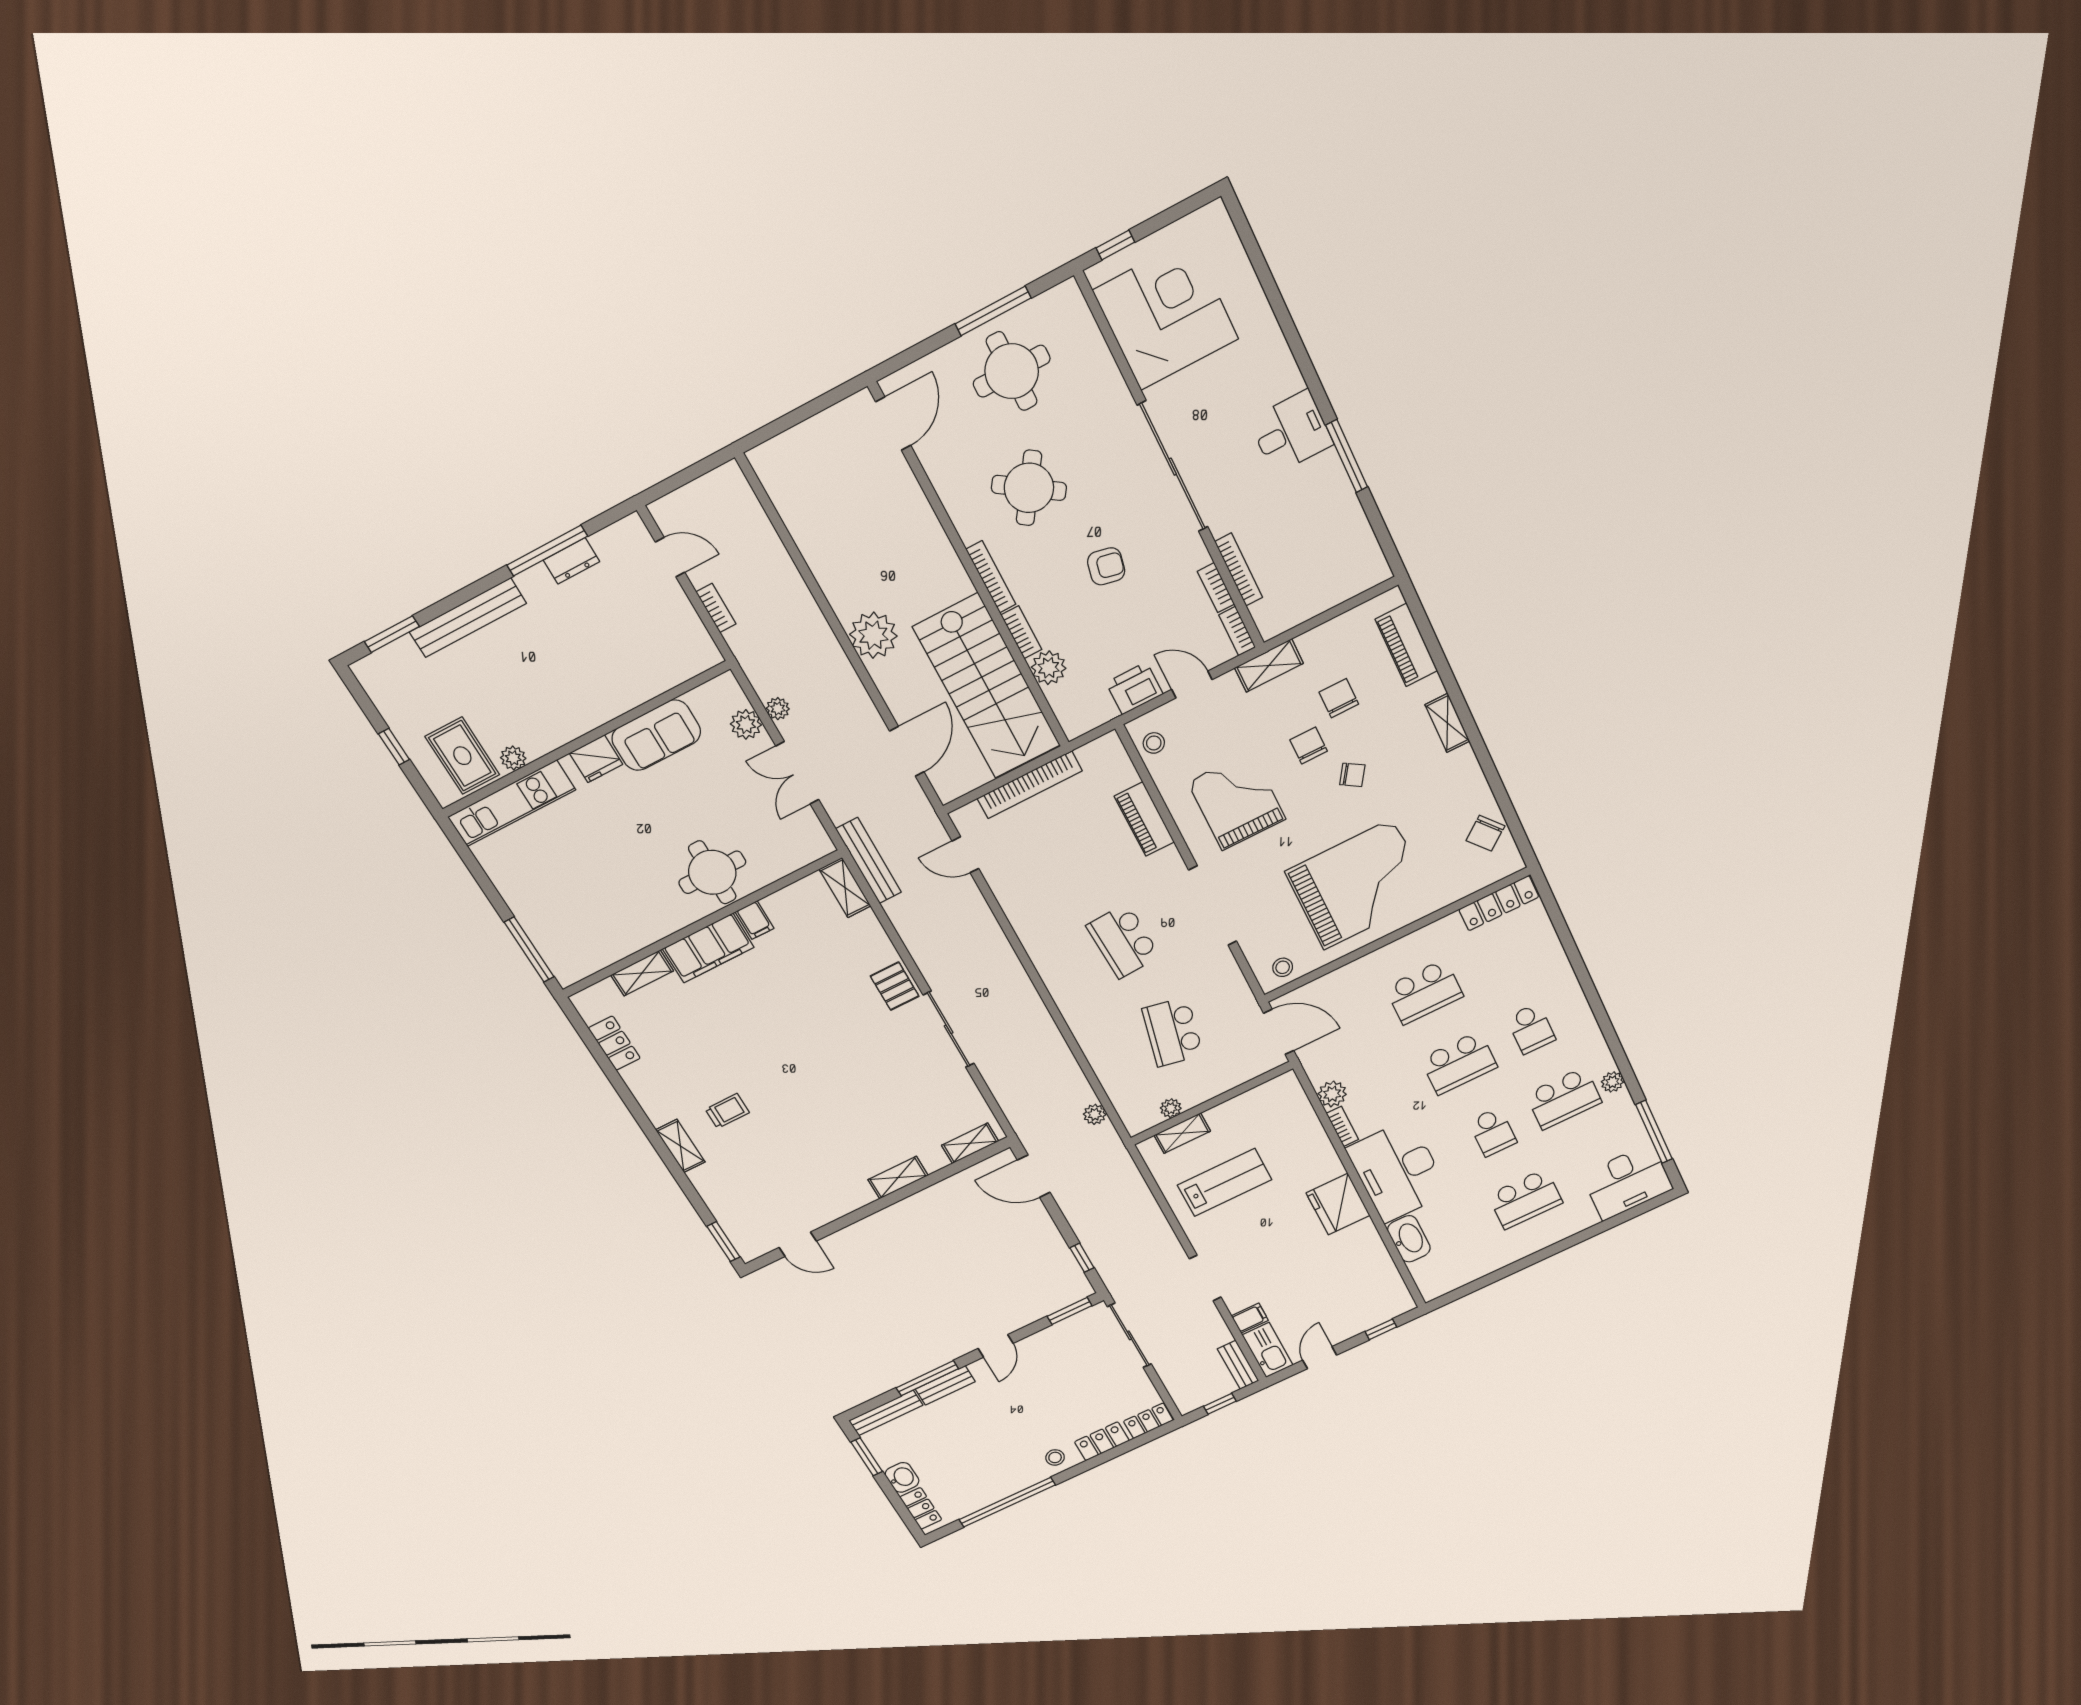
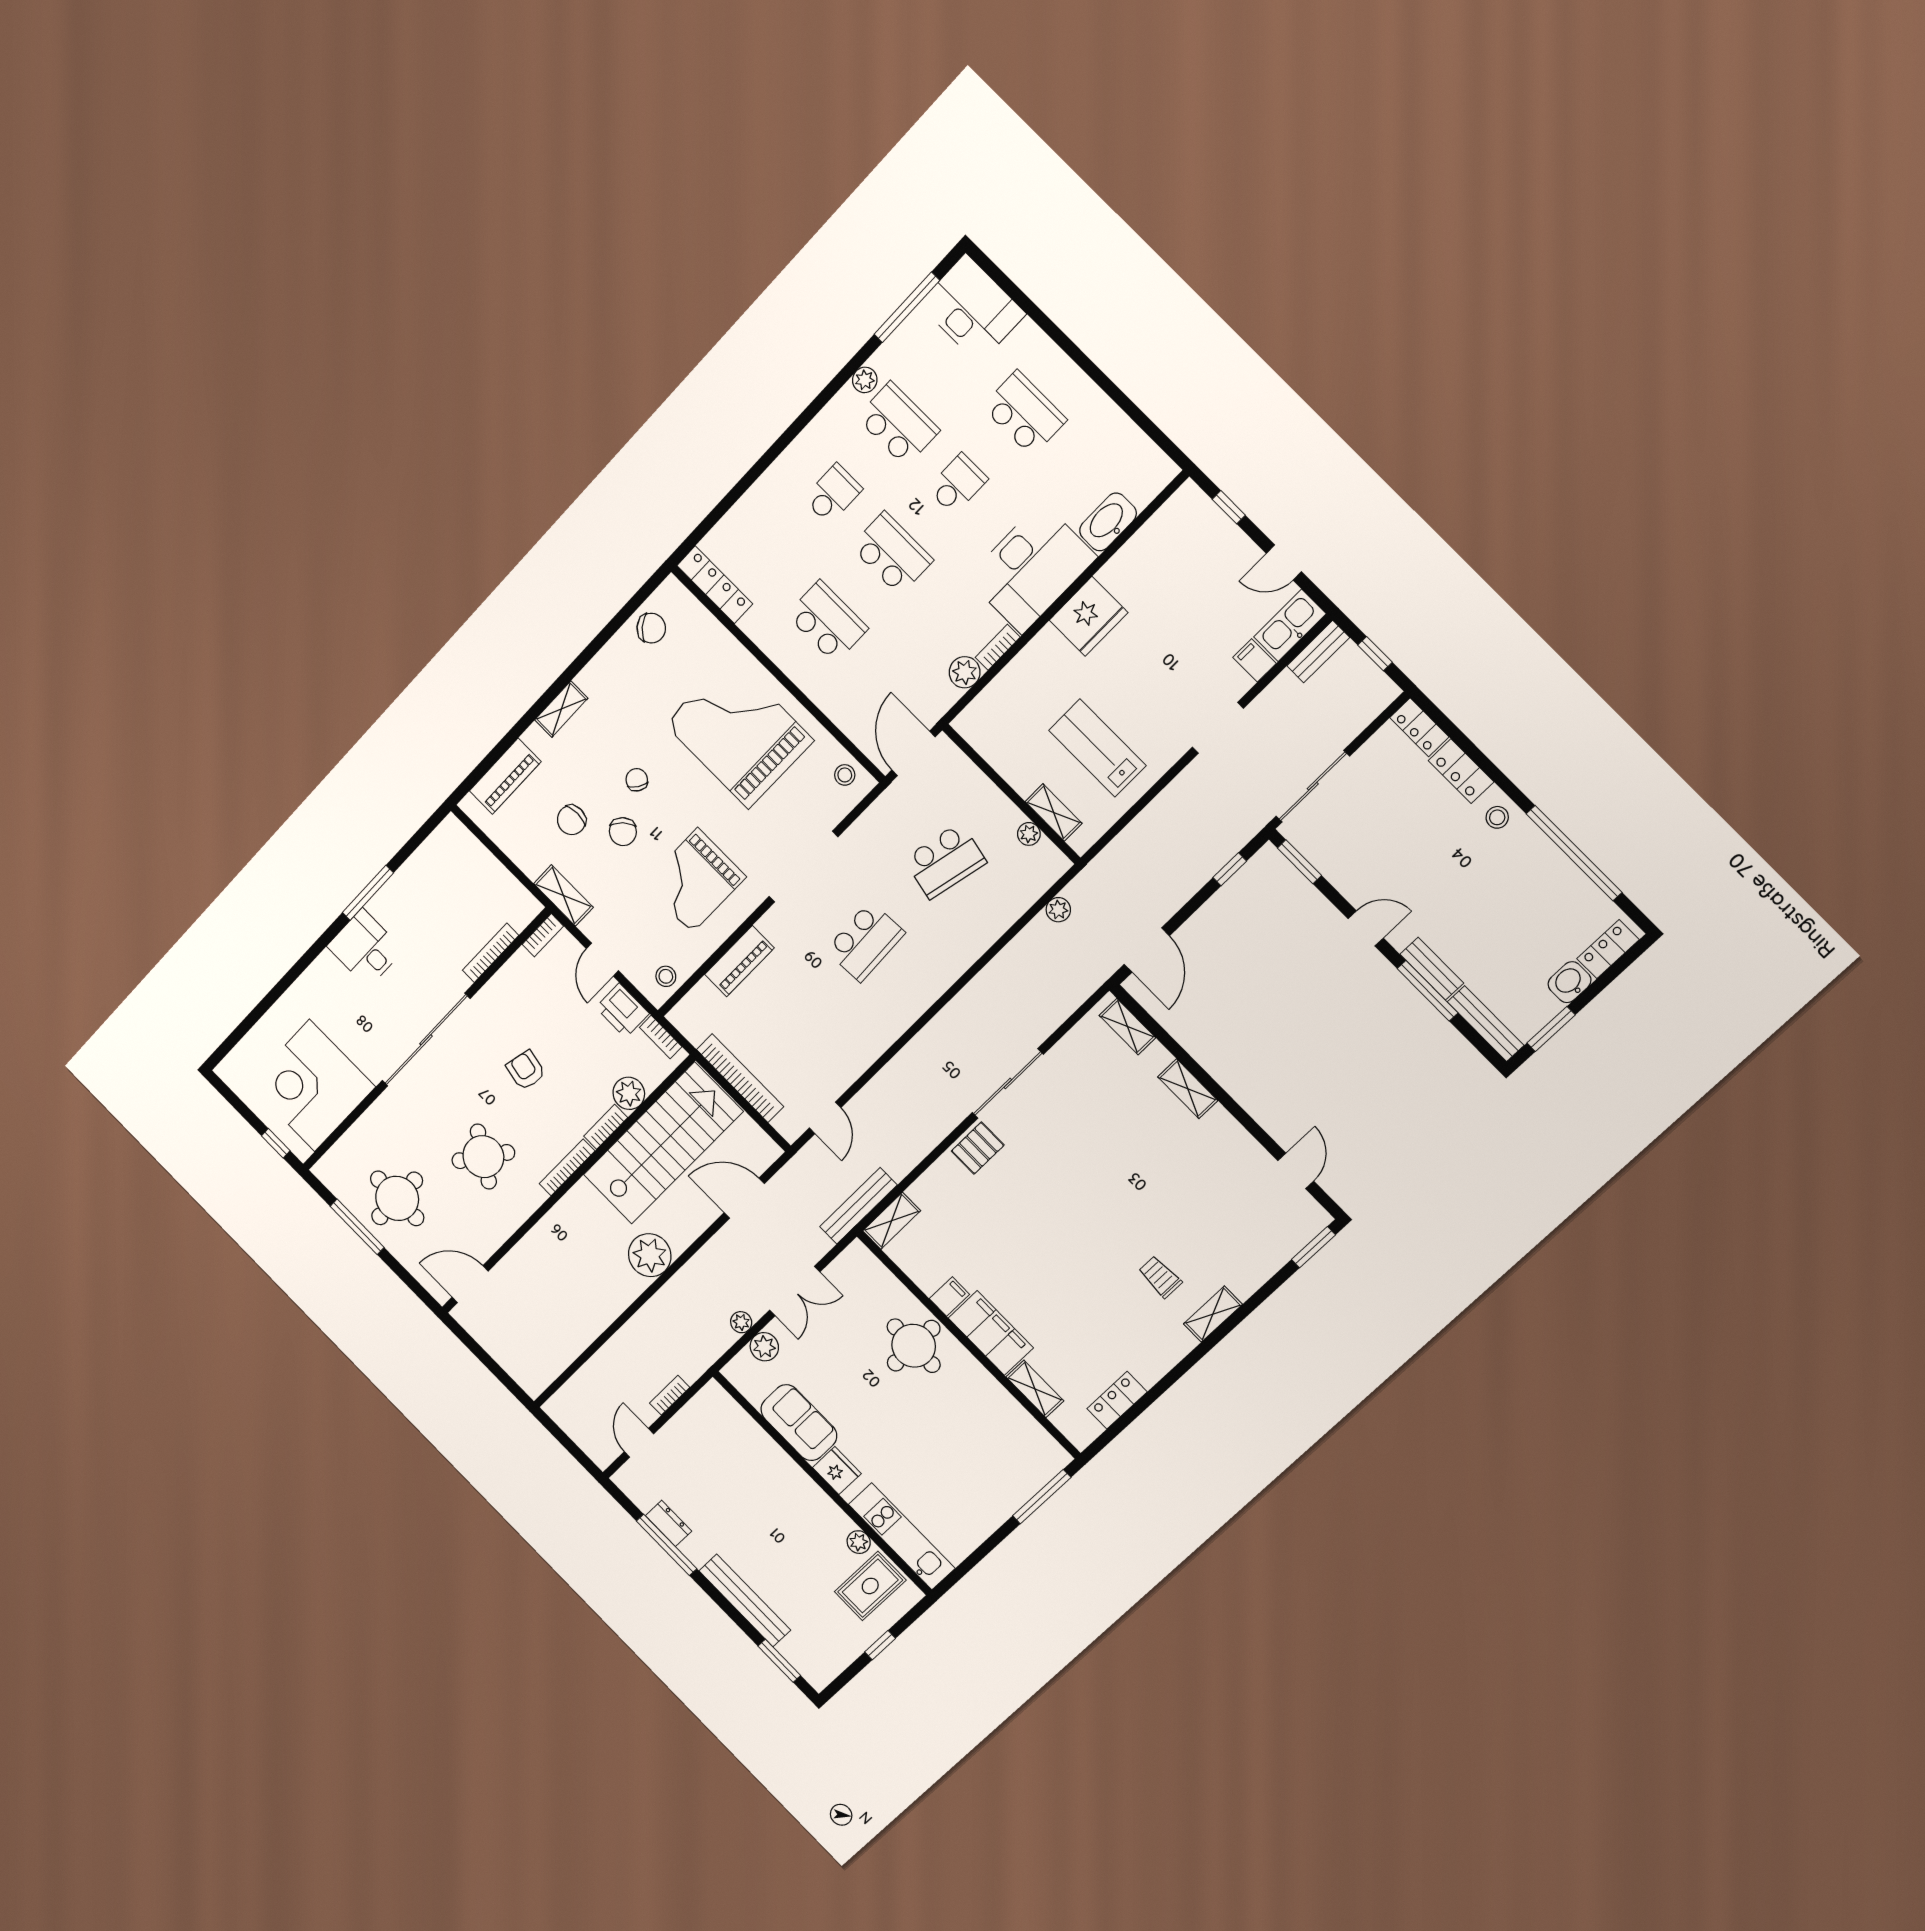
bookcase: (1216, 588) -> (661, 1037), moved, turned 90
chair: (1309, 745) -> (623, 832), turned -43

